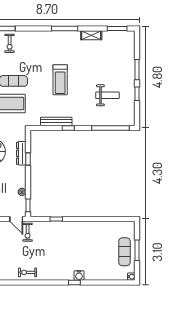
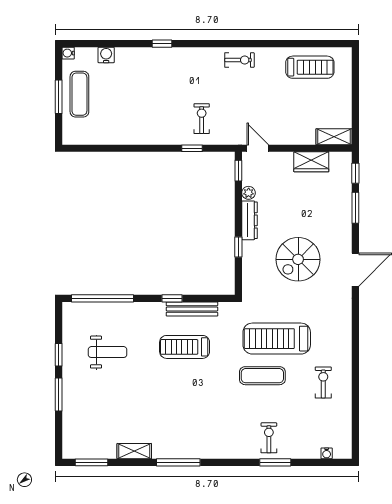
treadmill: (60, 80) -> (185, 347), moved, turned -90
weight bench: (107, 95) -> (108, 352), turned 180
dresser: (21, 153) -> (250, 220), moved
exercise bike: (28, 232) -> (202, 119), moved
water cooler: (79, 275) -> (106, 55), moved

